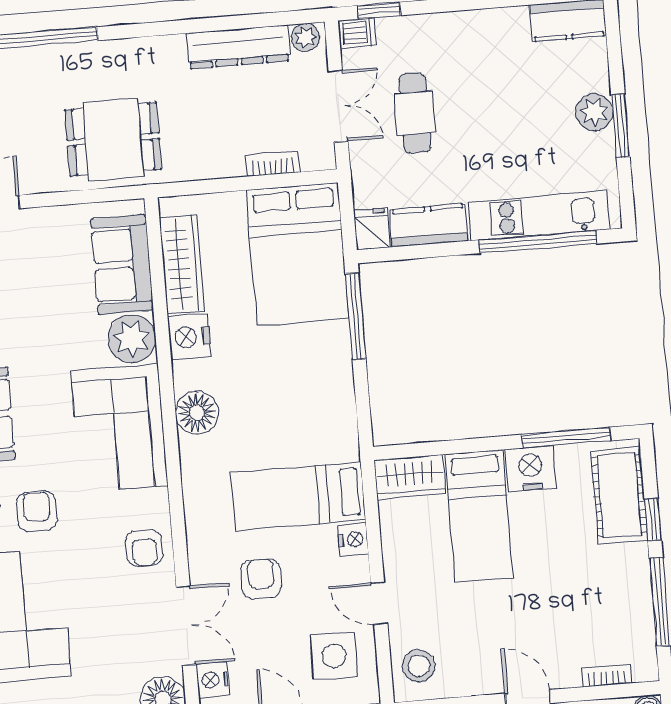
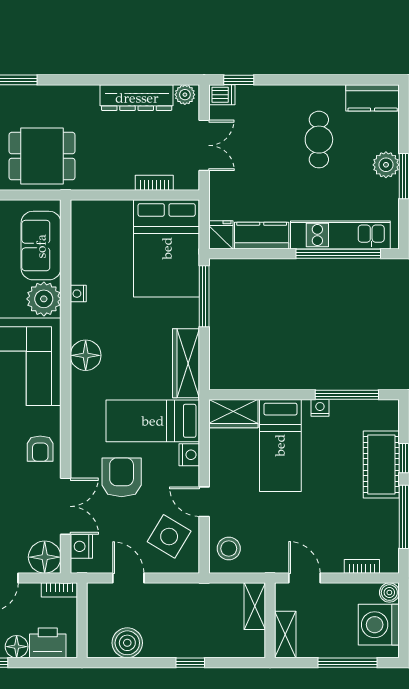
cafe table: (415, 113) -> (319, 140), moved
wardrobe: (182, 264) -> (186, 363), moved, turned 180
nightstand: (189, 337) -> (78, 294), width x0.53, depth x0.56
nightstand: (531, 468) -> (320, 408), width x0.53, depth x0.56
cot: (619, 495) -> (381, 464), moved
armchair: (261, 579) -> (122, 477), width x1.38, depth x1.38
side table: (334, 656) -> (169, 536), turned 31

